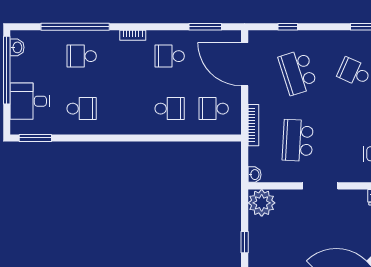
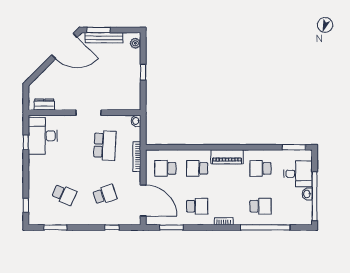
washbasin: (17, 47) -> (307, 194), moved
school desk: (298, 72) -> (105, 195), width x0.54
school desk: (214, 109) -> (165, 168), turned 180
piano: (128, 125) -> (227, 157), added
plant: (262, 203) -> (131, 100), removed

